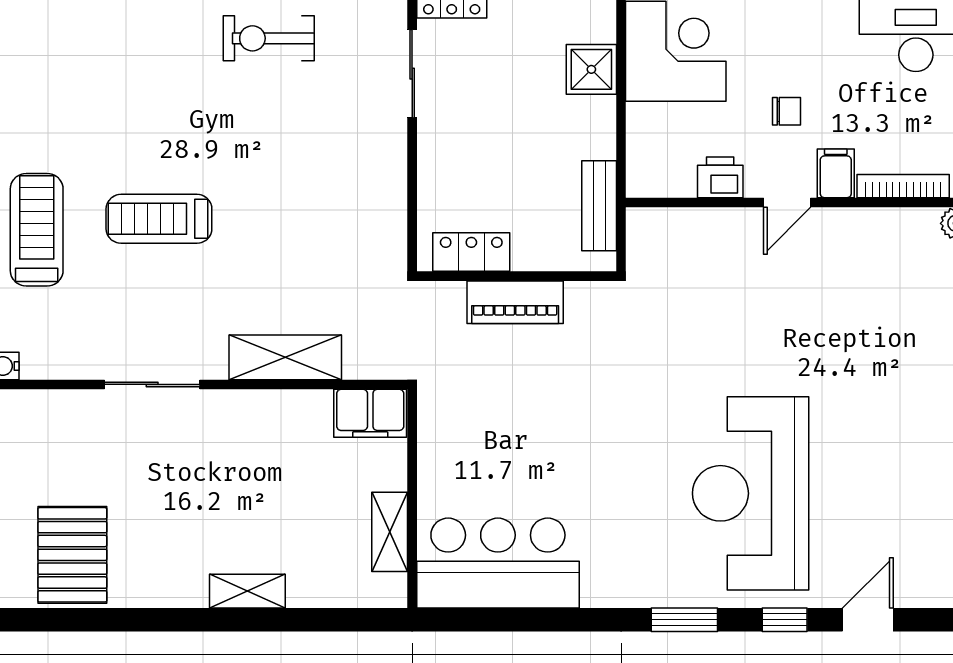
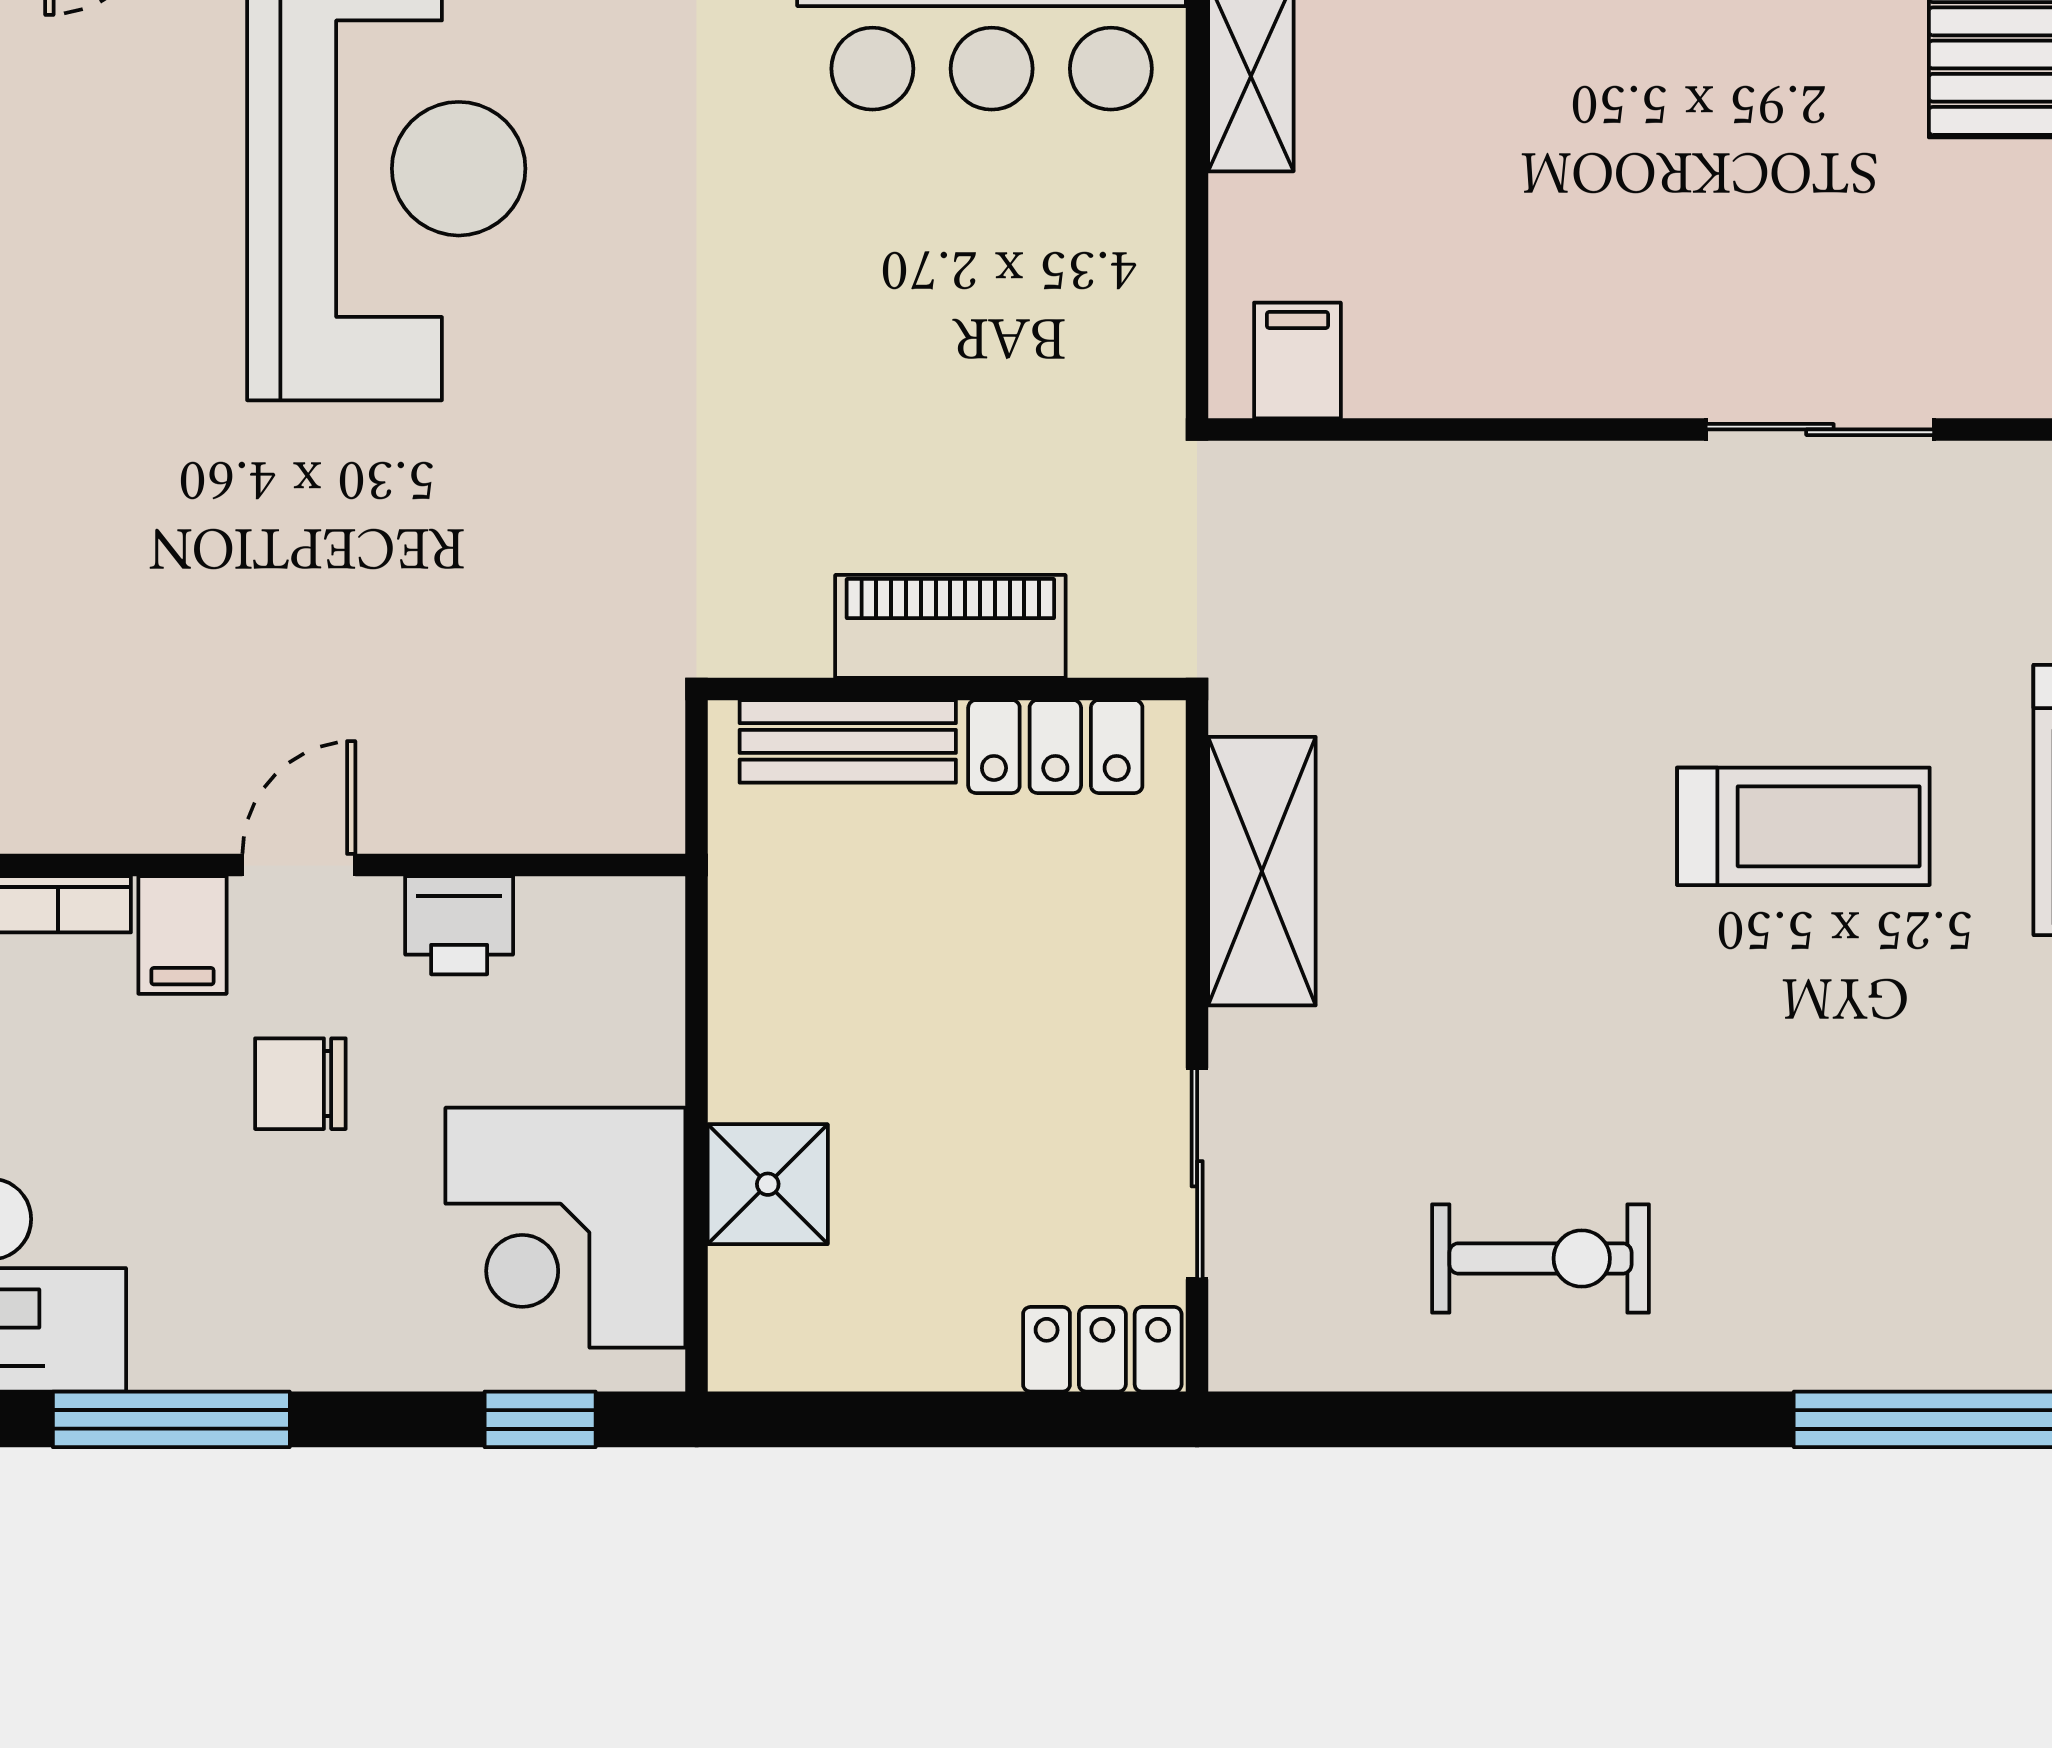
chair: (787, 111) -> (300, 1084), width x1.37, depth x1.37
bench: (599, 206) -> (848, 741), moved, turned 90
shelving: (285, 357) -> (1262, 871), moved, turned 90
filing cabinet: (370, 413) -> (1297, 360), width x0.50

